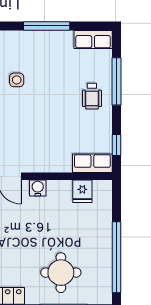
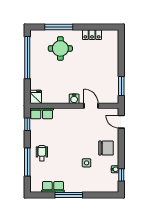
row of seats: (93, 40) -> (53, 187), moved
fridge: (82, 191) -> (36, 97), moved

